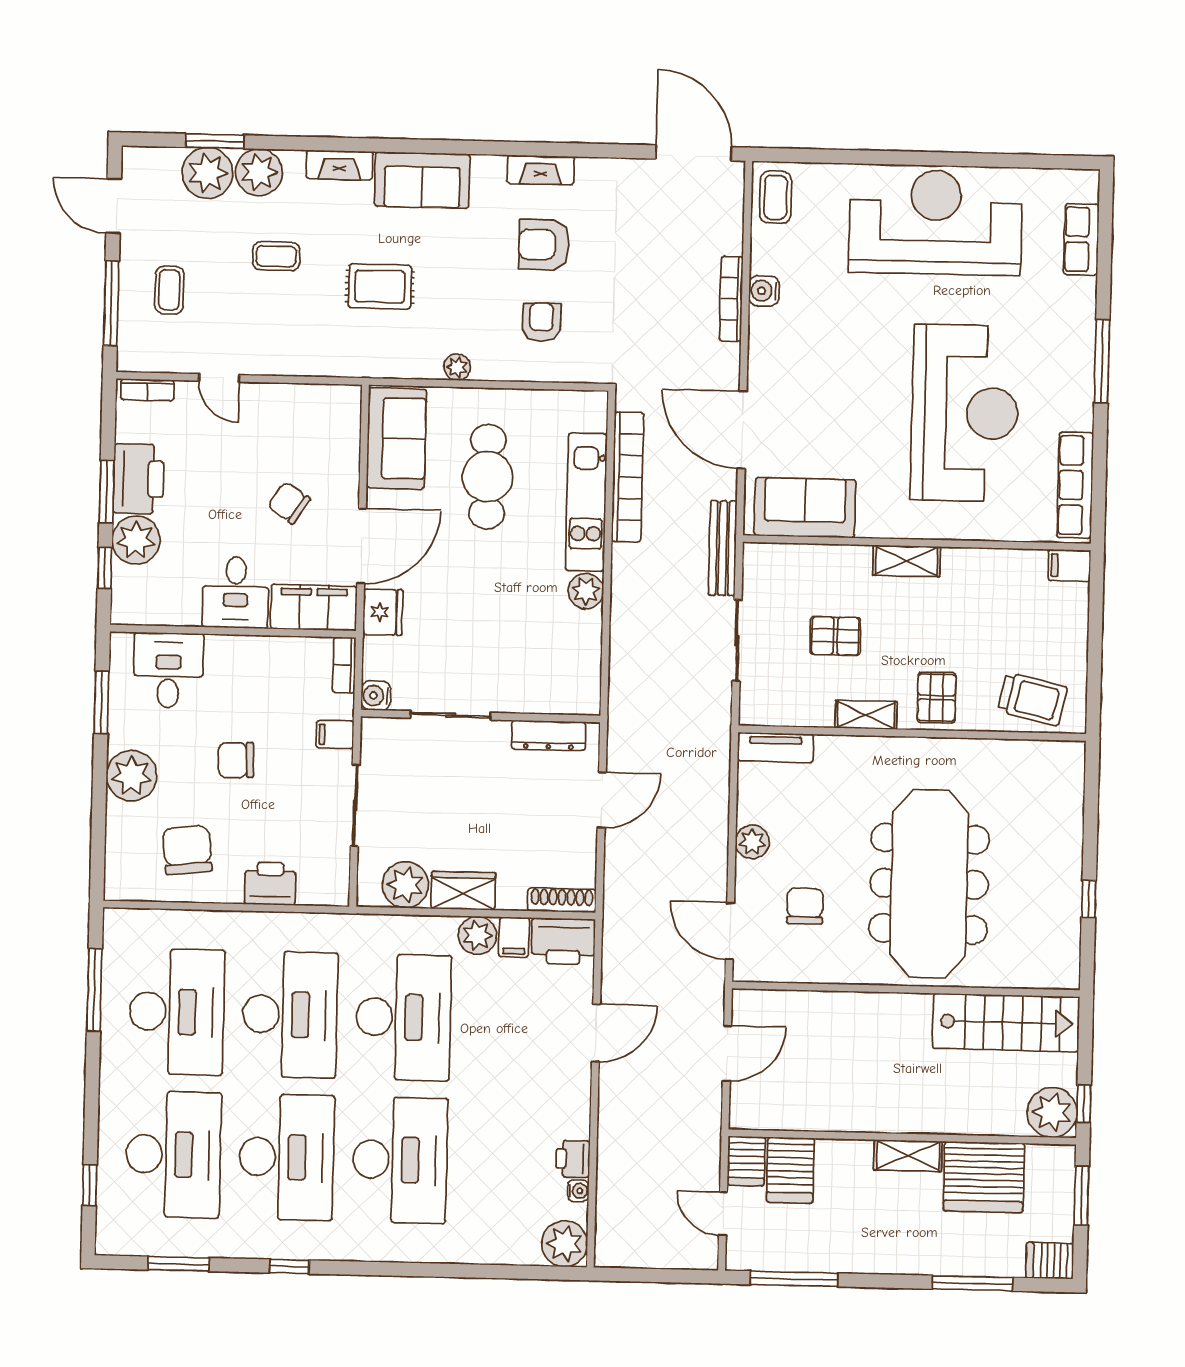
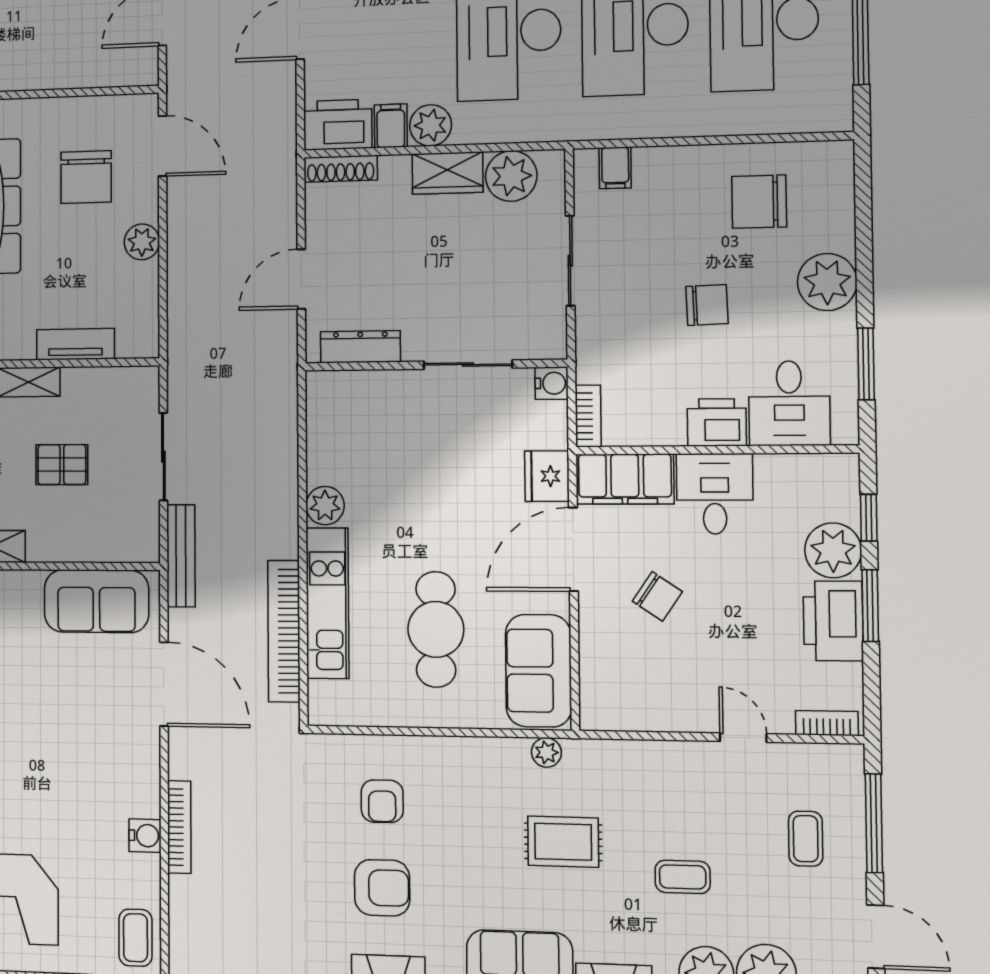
plant: (457, 367) -> (546, 752), moved
filing cabinet: (335, 734) -> (615, 168), moved, turned 90
tv unit: (776, 748) -> (75, 344), moved
chair: (187, 850) -> (759, 202), turned 96
printer: (270, 884) -> (717, 422), moved, turned 180
chair: (805, 906) -> (86, 177), width x1.37, depth x1.37

